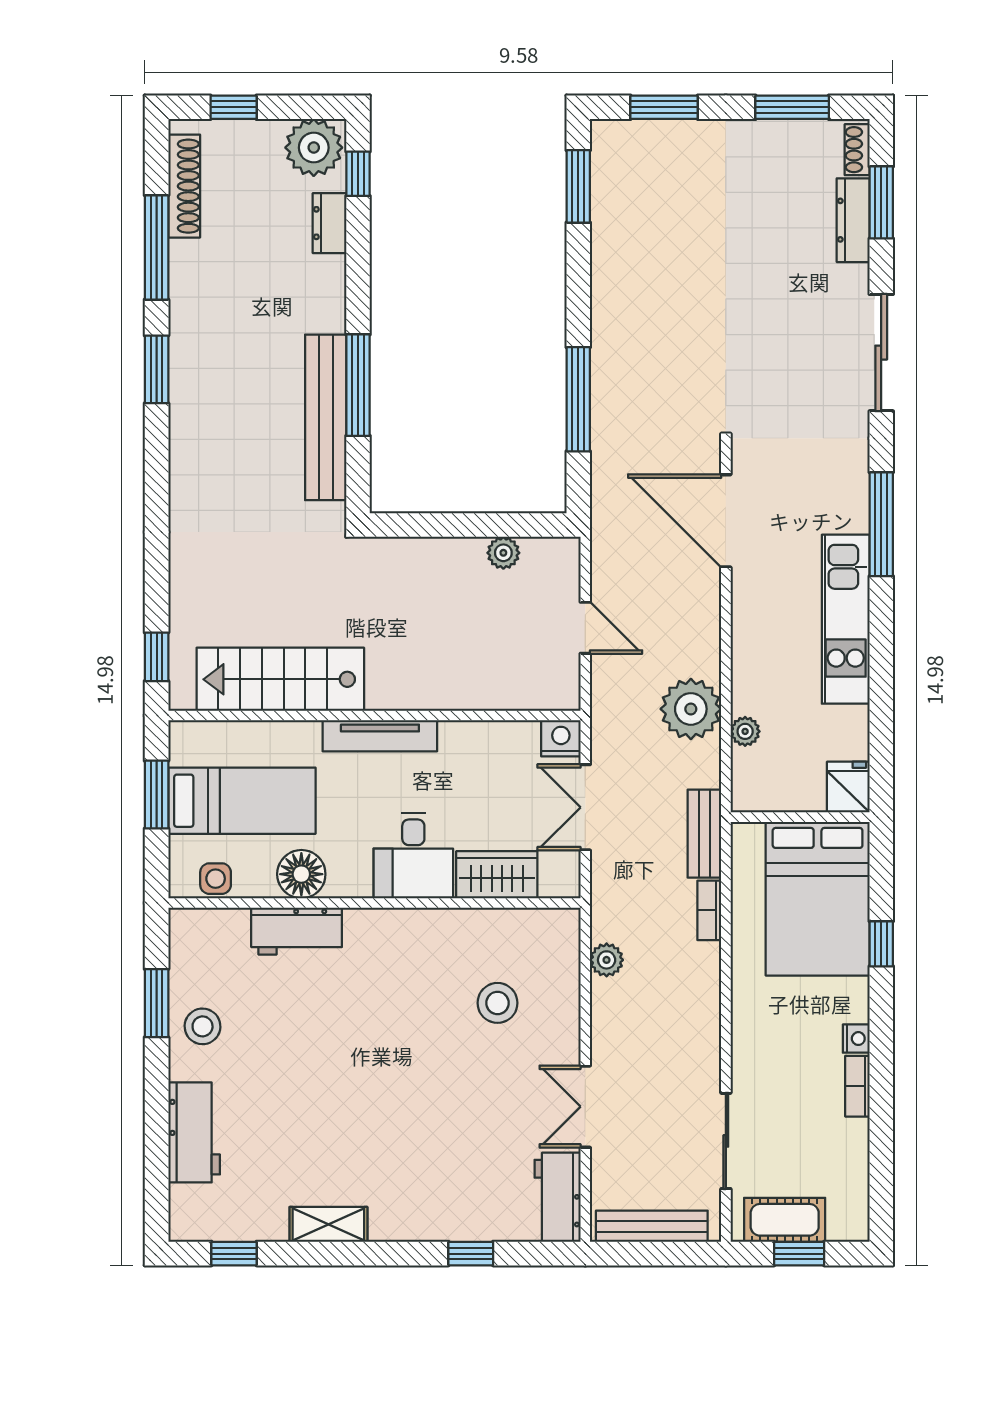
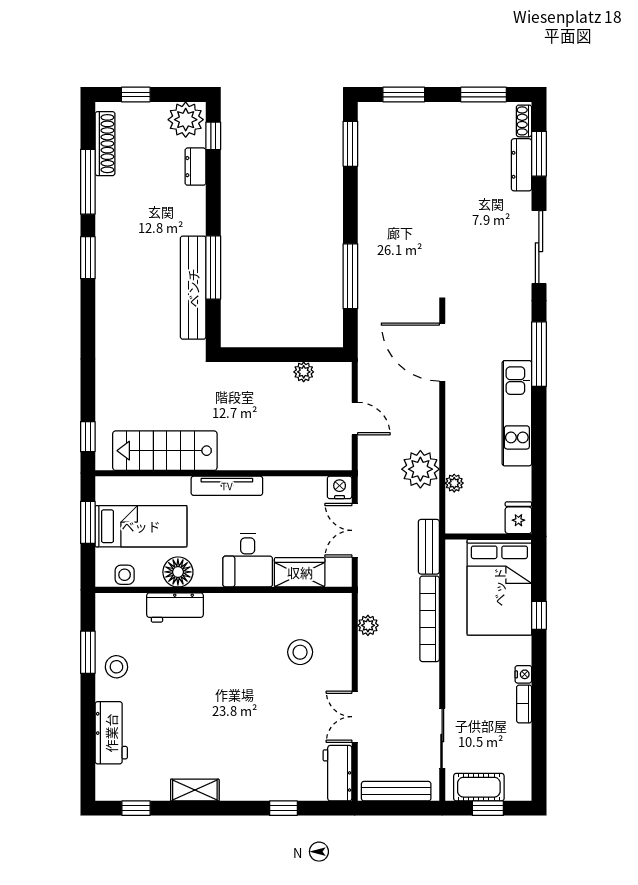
bookcase: (709, 910) -> (430, 619), width x2.31, depth x1.31

